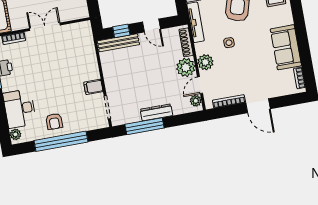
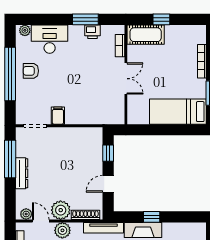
bench: (118, 43) -> (97, 148), removed

